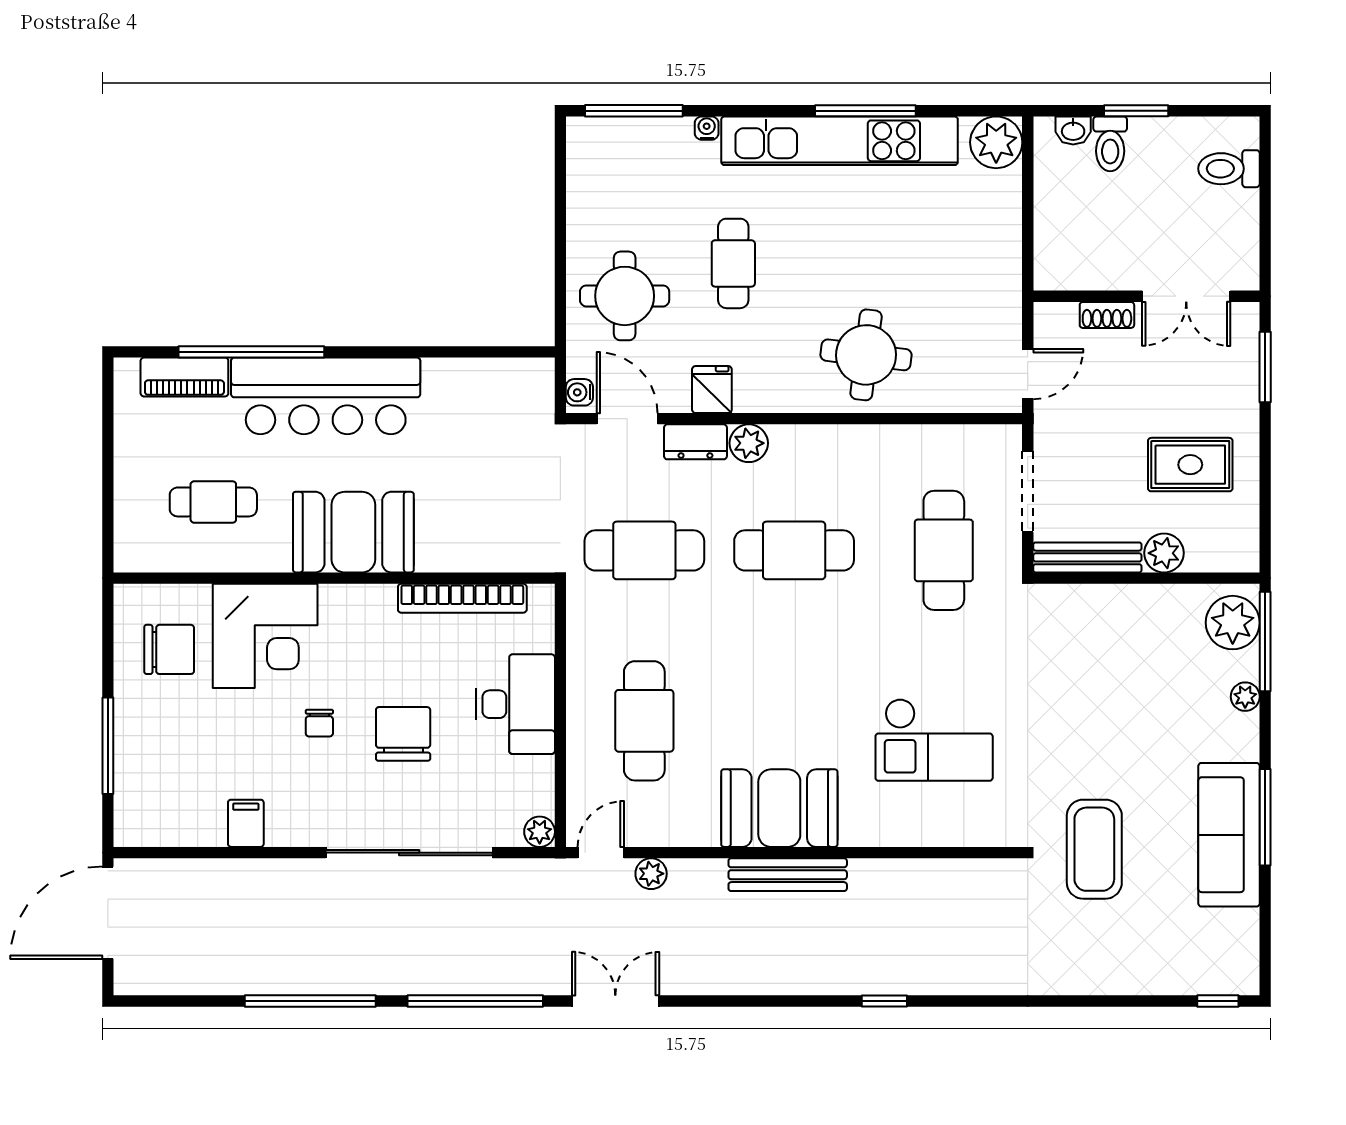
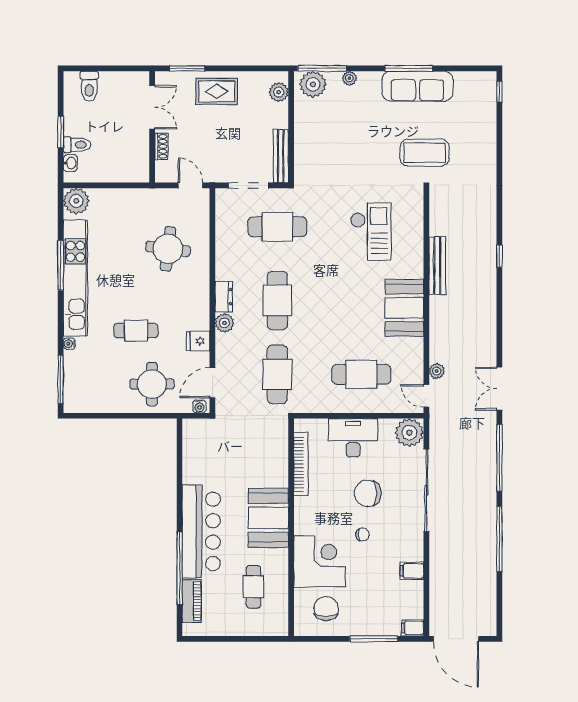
round table: (866, 355) -> (168, 249), moved
dresser: (695, 442) -> (224, 297), moved
rug: (1190, 465) -> (217, 91), moved, turned 90
plant: (1164, 553) -> (279, 92), moved
filing cabinet: (130, 825) -> (413, 628), added
plant: (540, 832) -> (409, 433), width x1.87, depth x1.87
bench: (788, 875) -> (437, 266), moved

